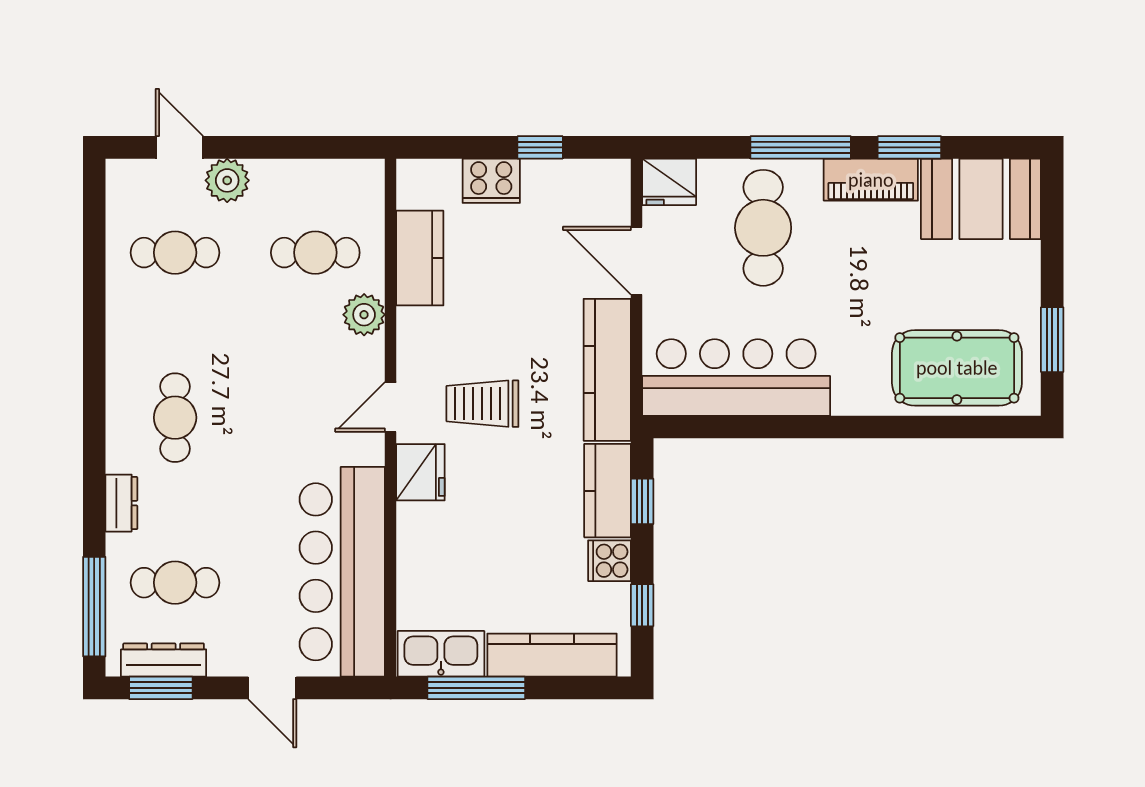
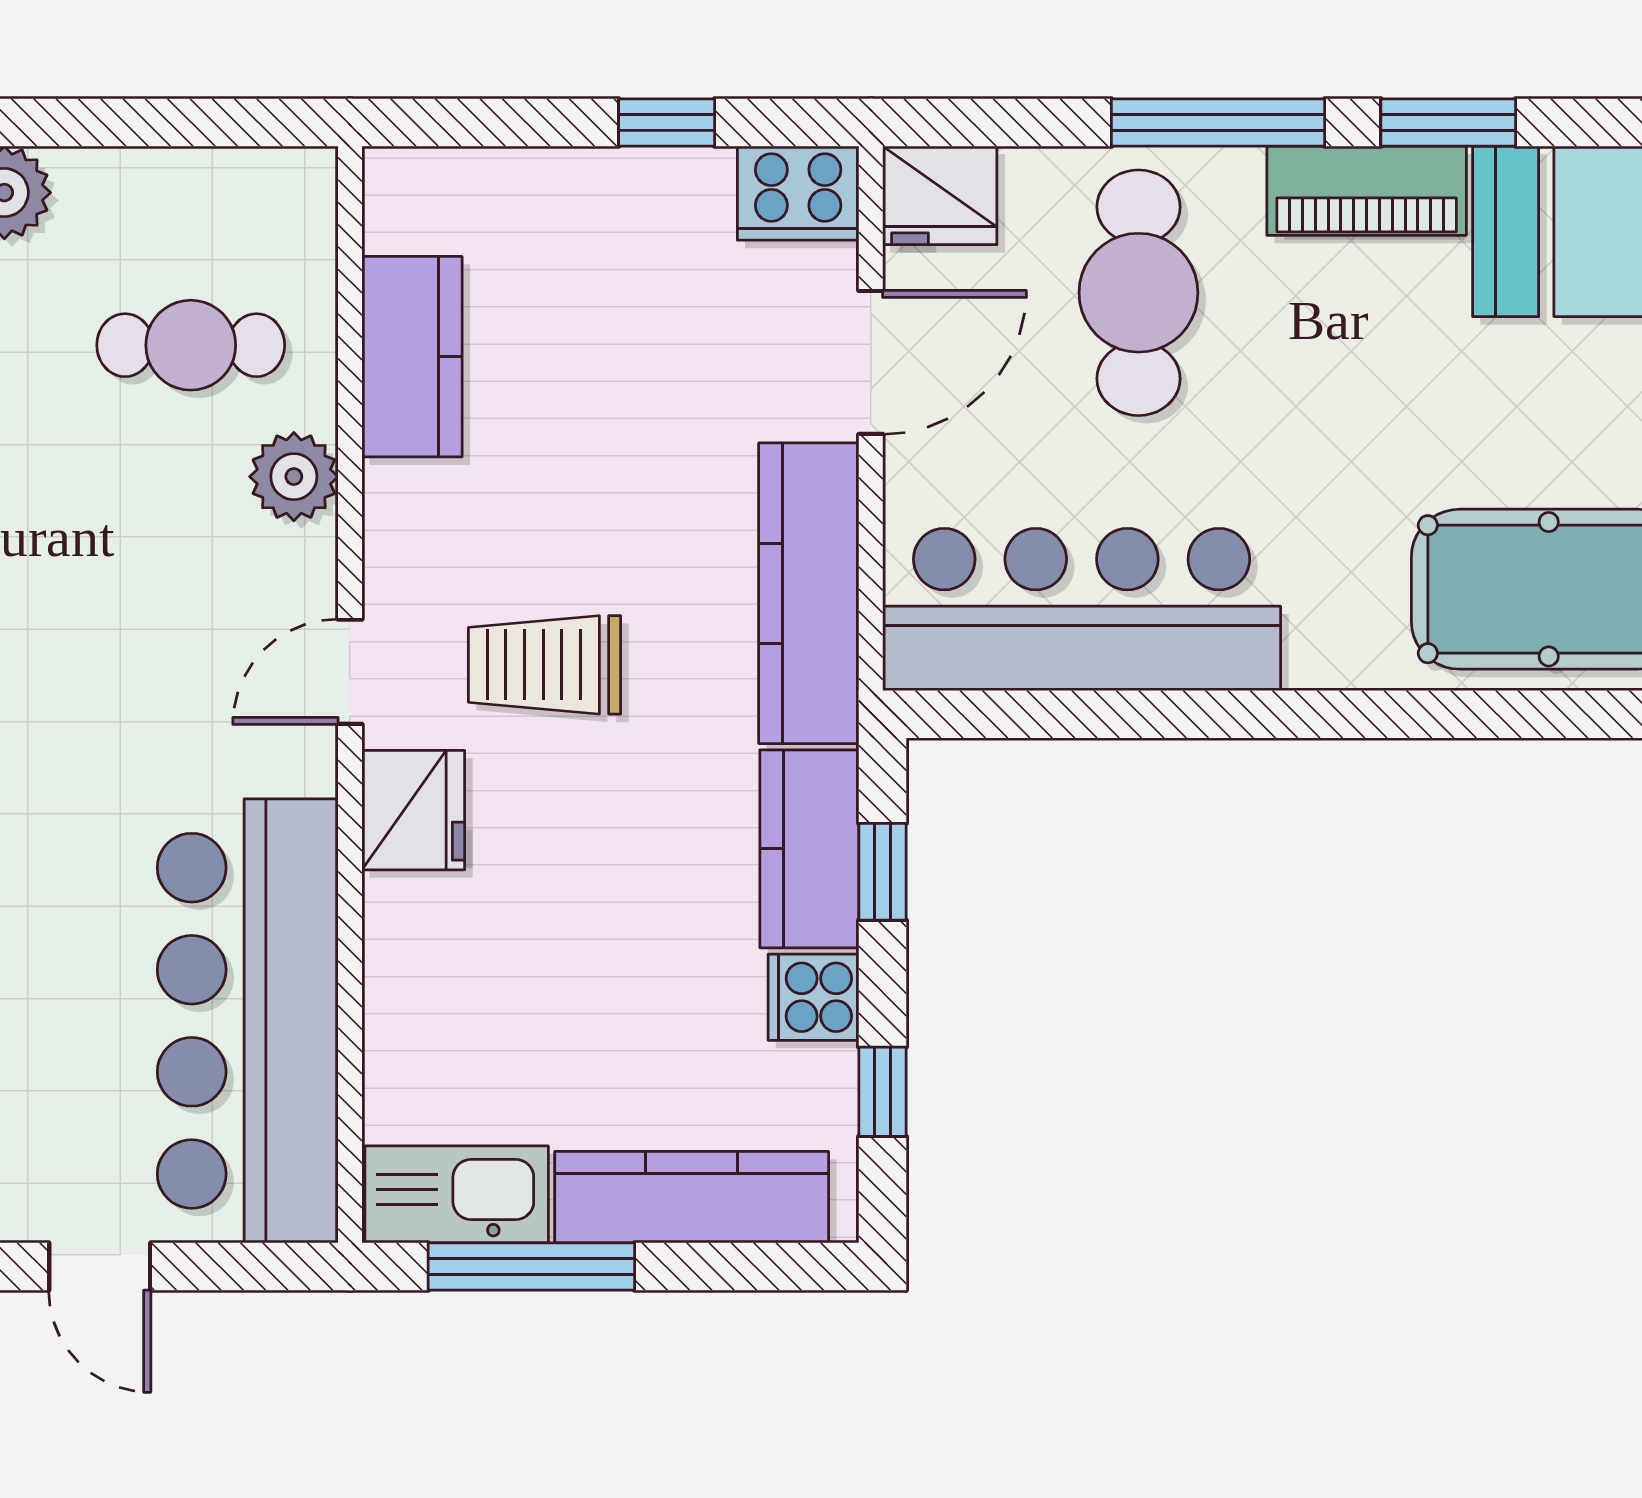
cooker: (491, 181) -> (798, 193), moved
door: (637, 261) -> (871, 362), swing flipped

